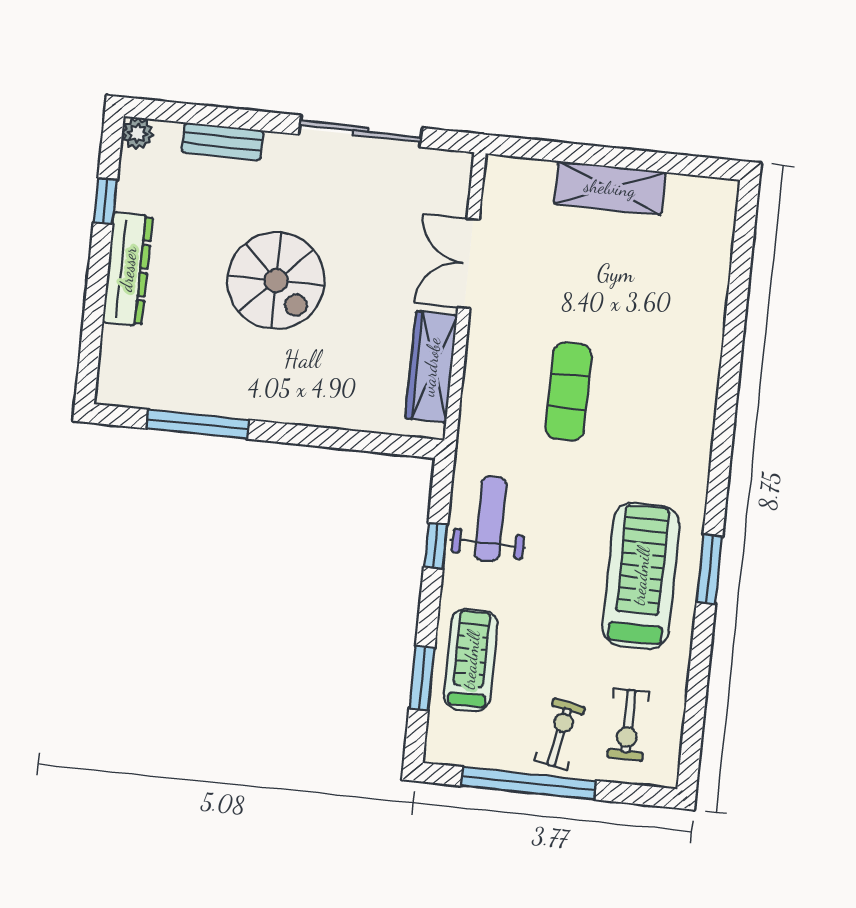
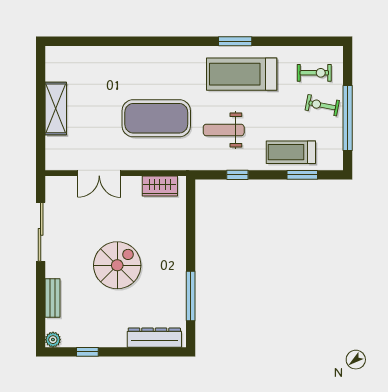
dresser: (128, 269) -> (154, 338), moved
wardrobe: (431, 367) -> (160, 186), width x0.67
exercise mat: (569, 392) -> (156, 118), width x2.00, depth x1.45
weight bench: (490, 519) -> (224, 130), moved

